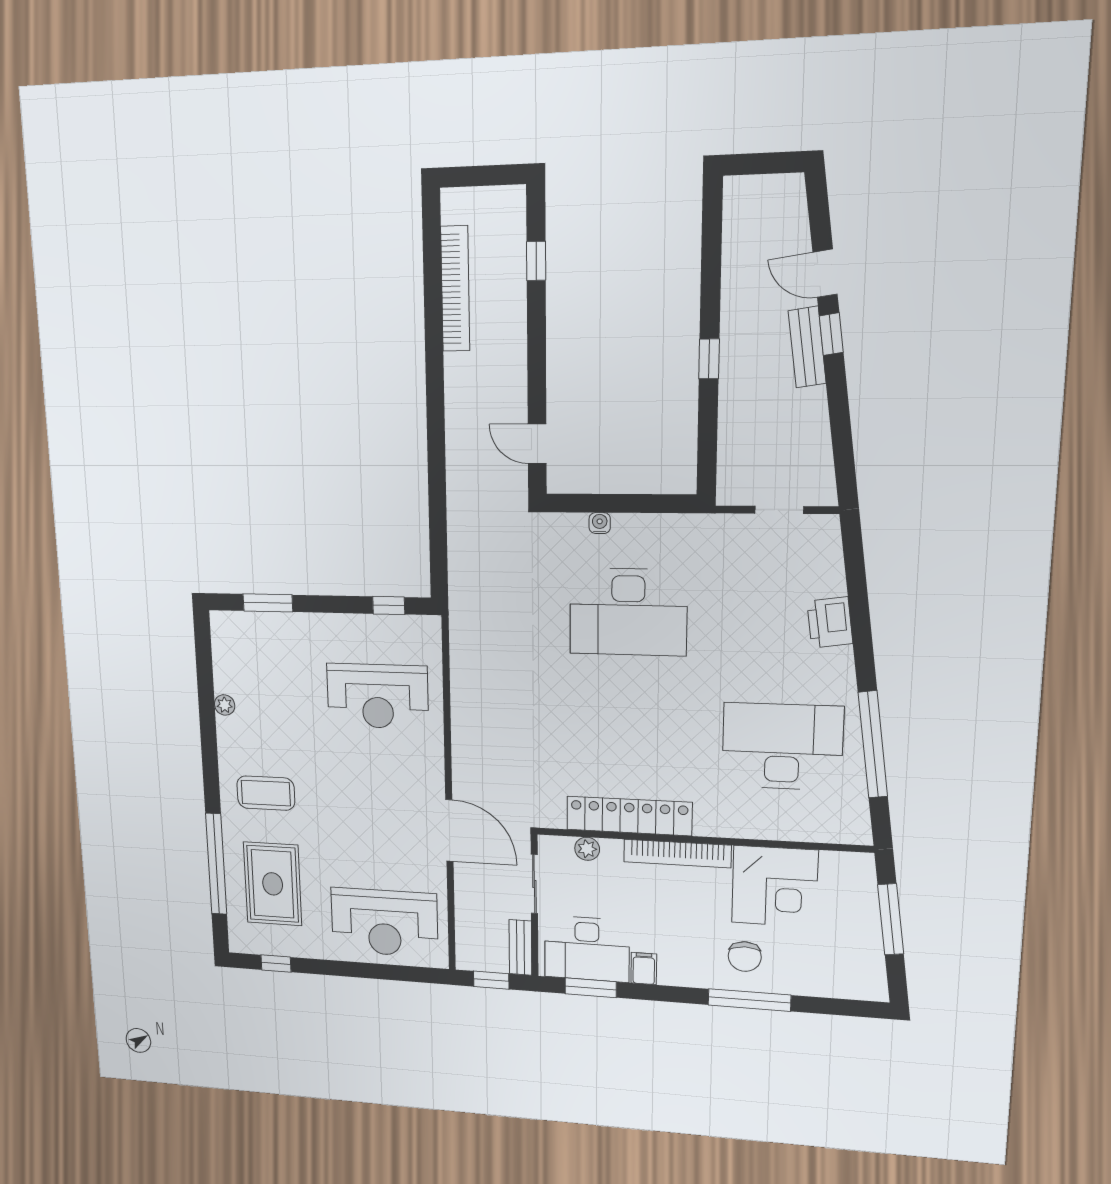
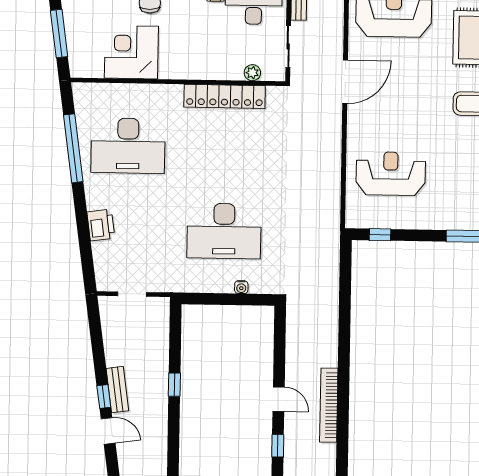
bookcase: (455, 289) -> (329, 405), moved
door: (537, 444) -> (279, 399), moved
desk: (628, 612) -> (224, 231), turned 180
door: (449, 831) -> (345, 82), swing flipped
bookcase: (677, 853) -> (194, 72), removed

